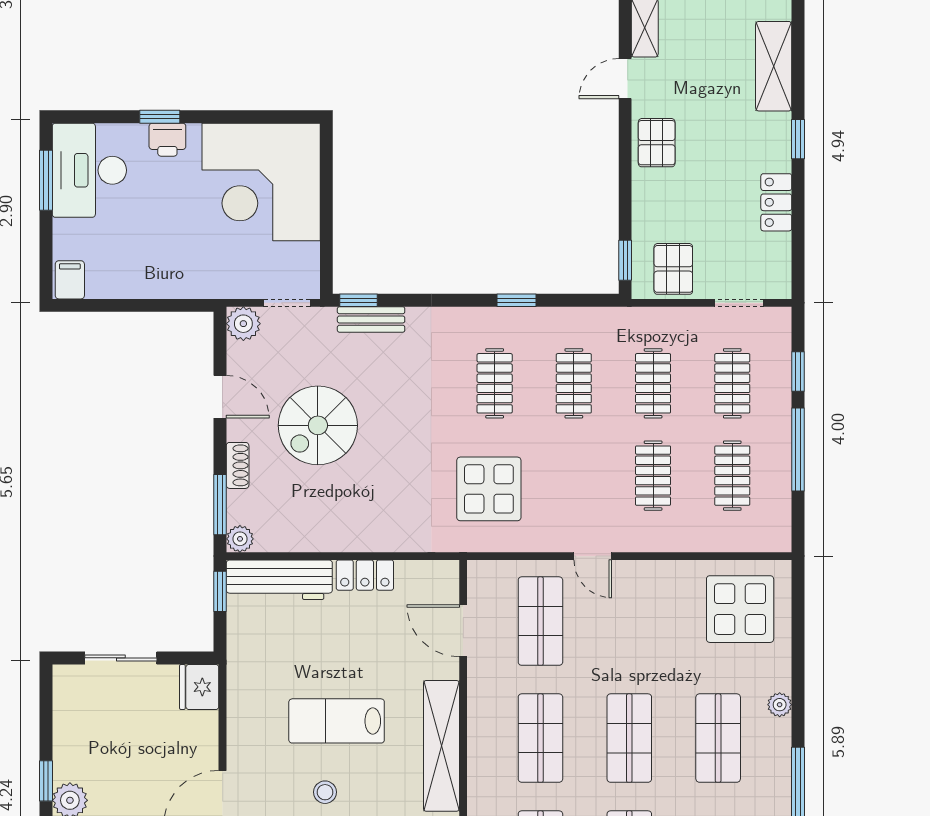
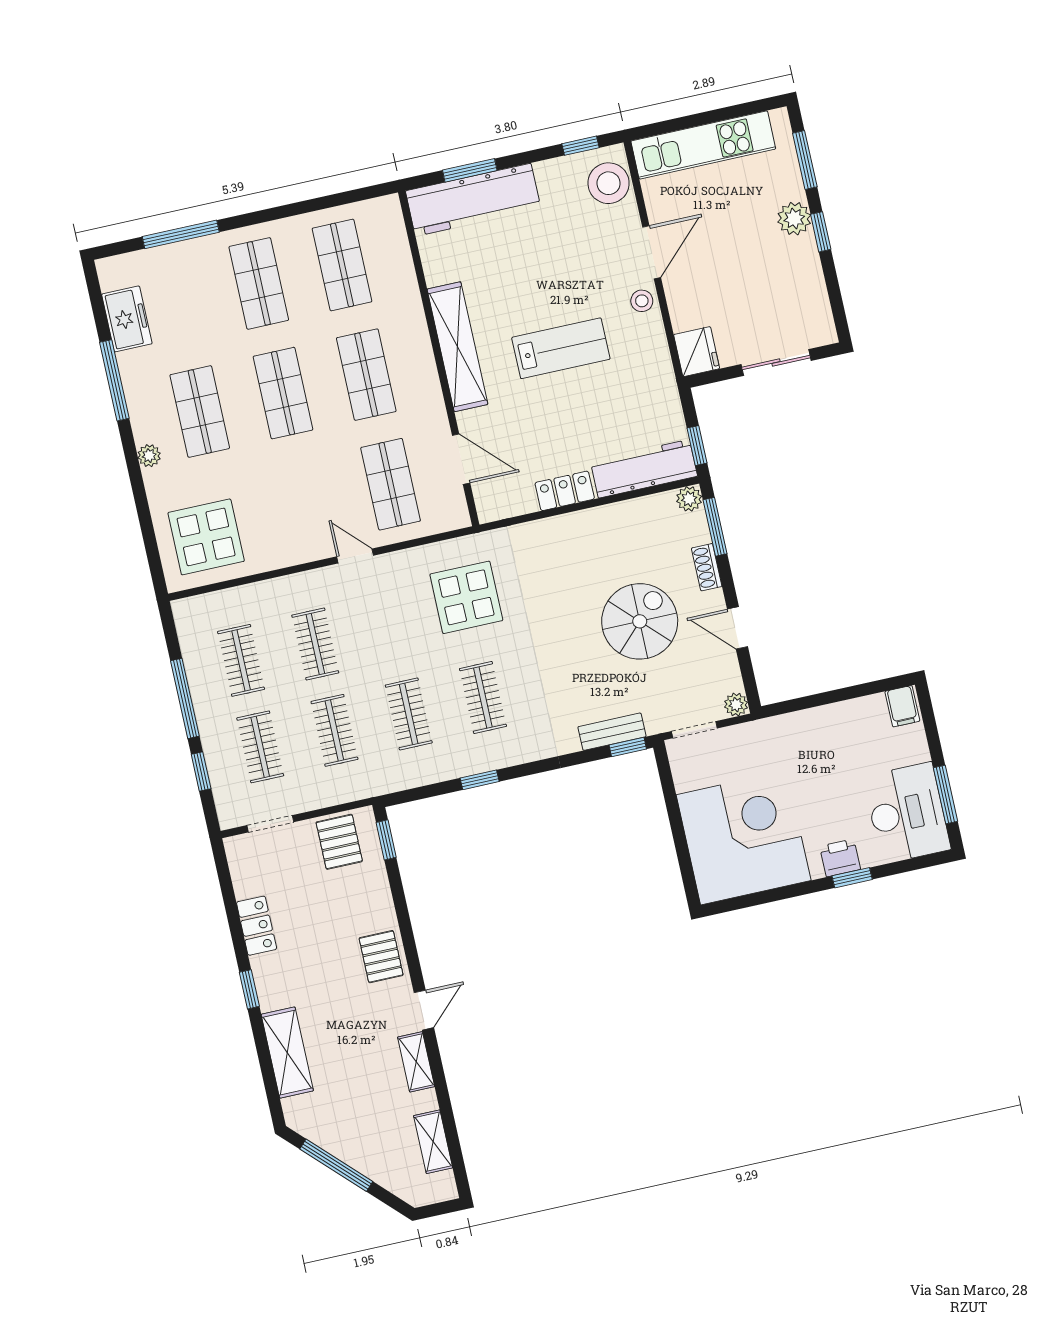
plant: (243, 324) -> (736, 705), width x0.73, depth x0.73
stool: (325, 792) -> (642, 301), moved

